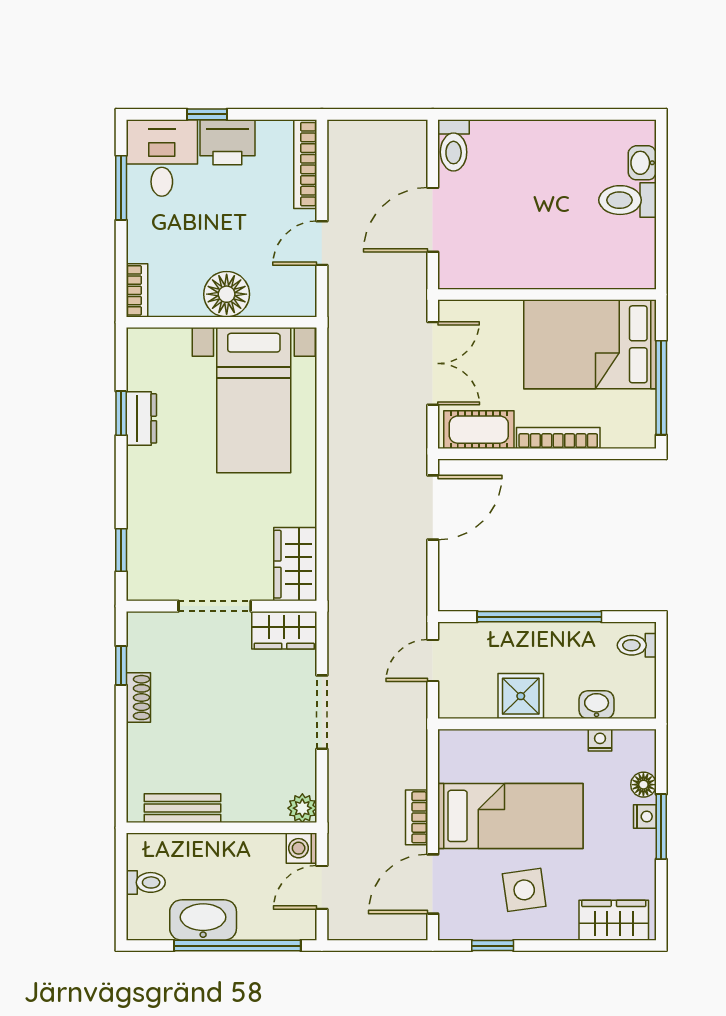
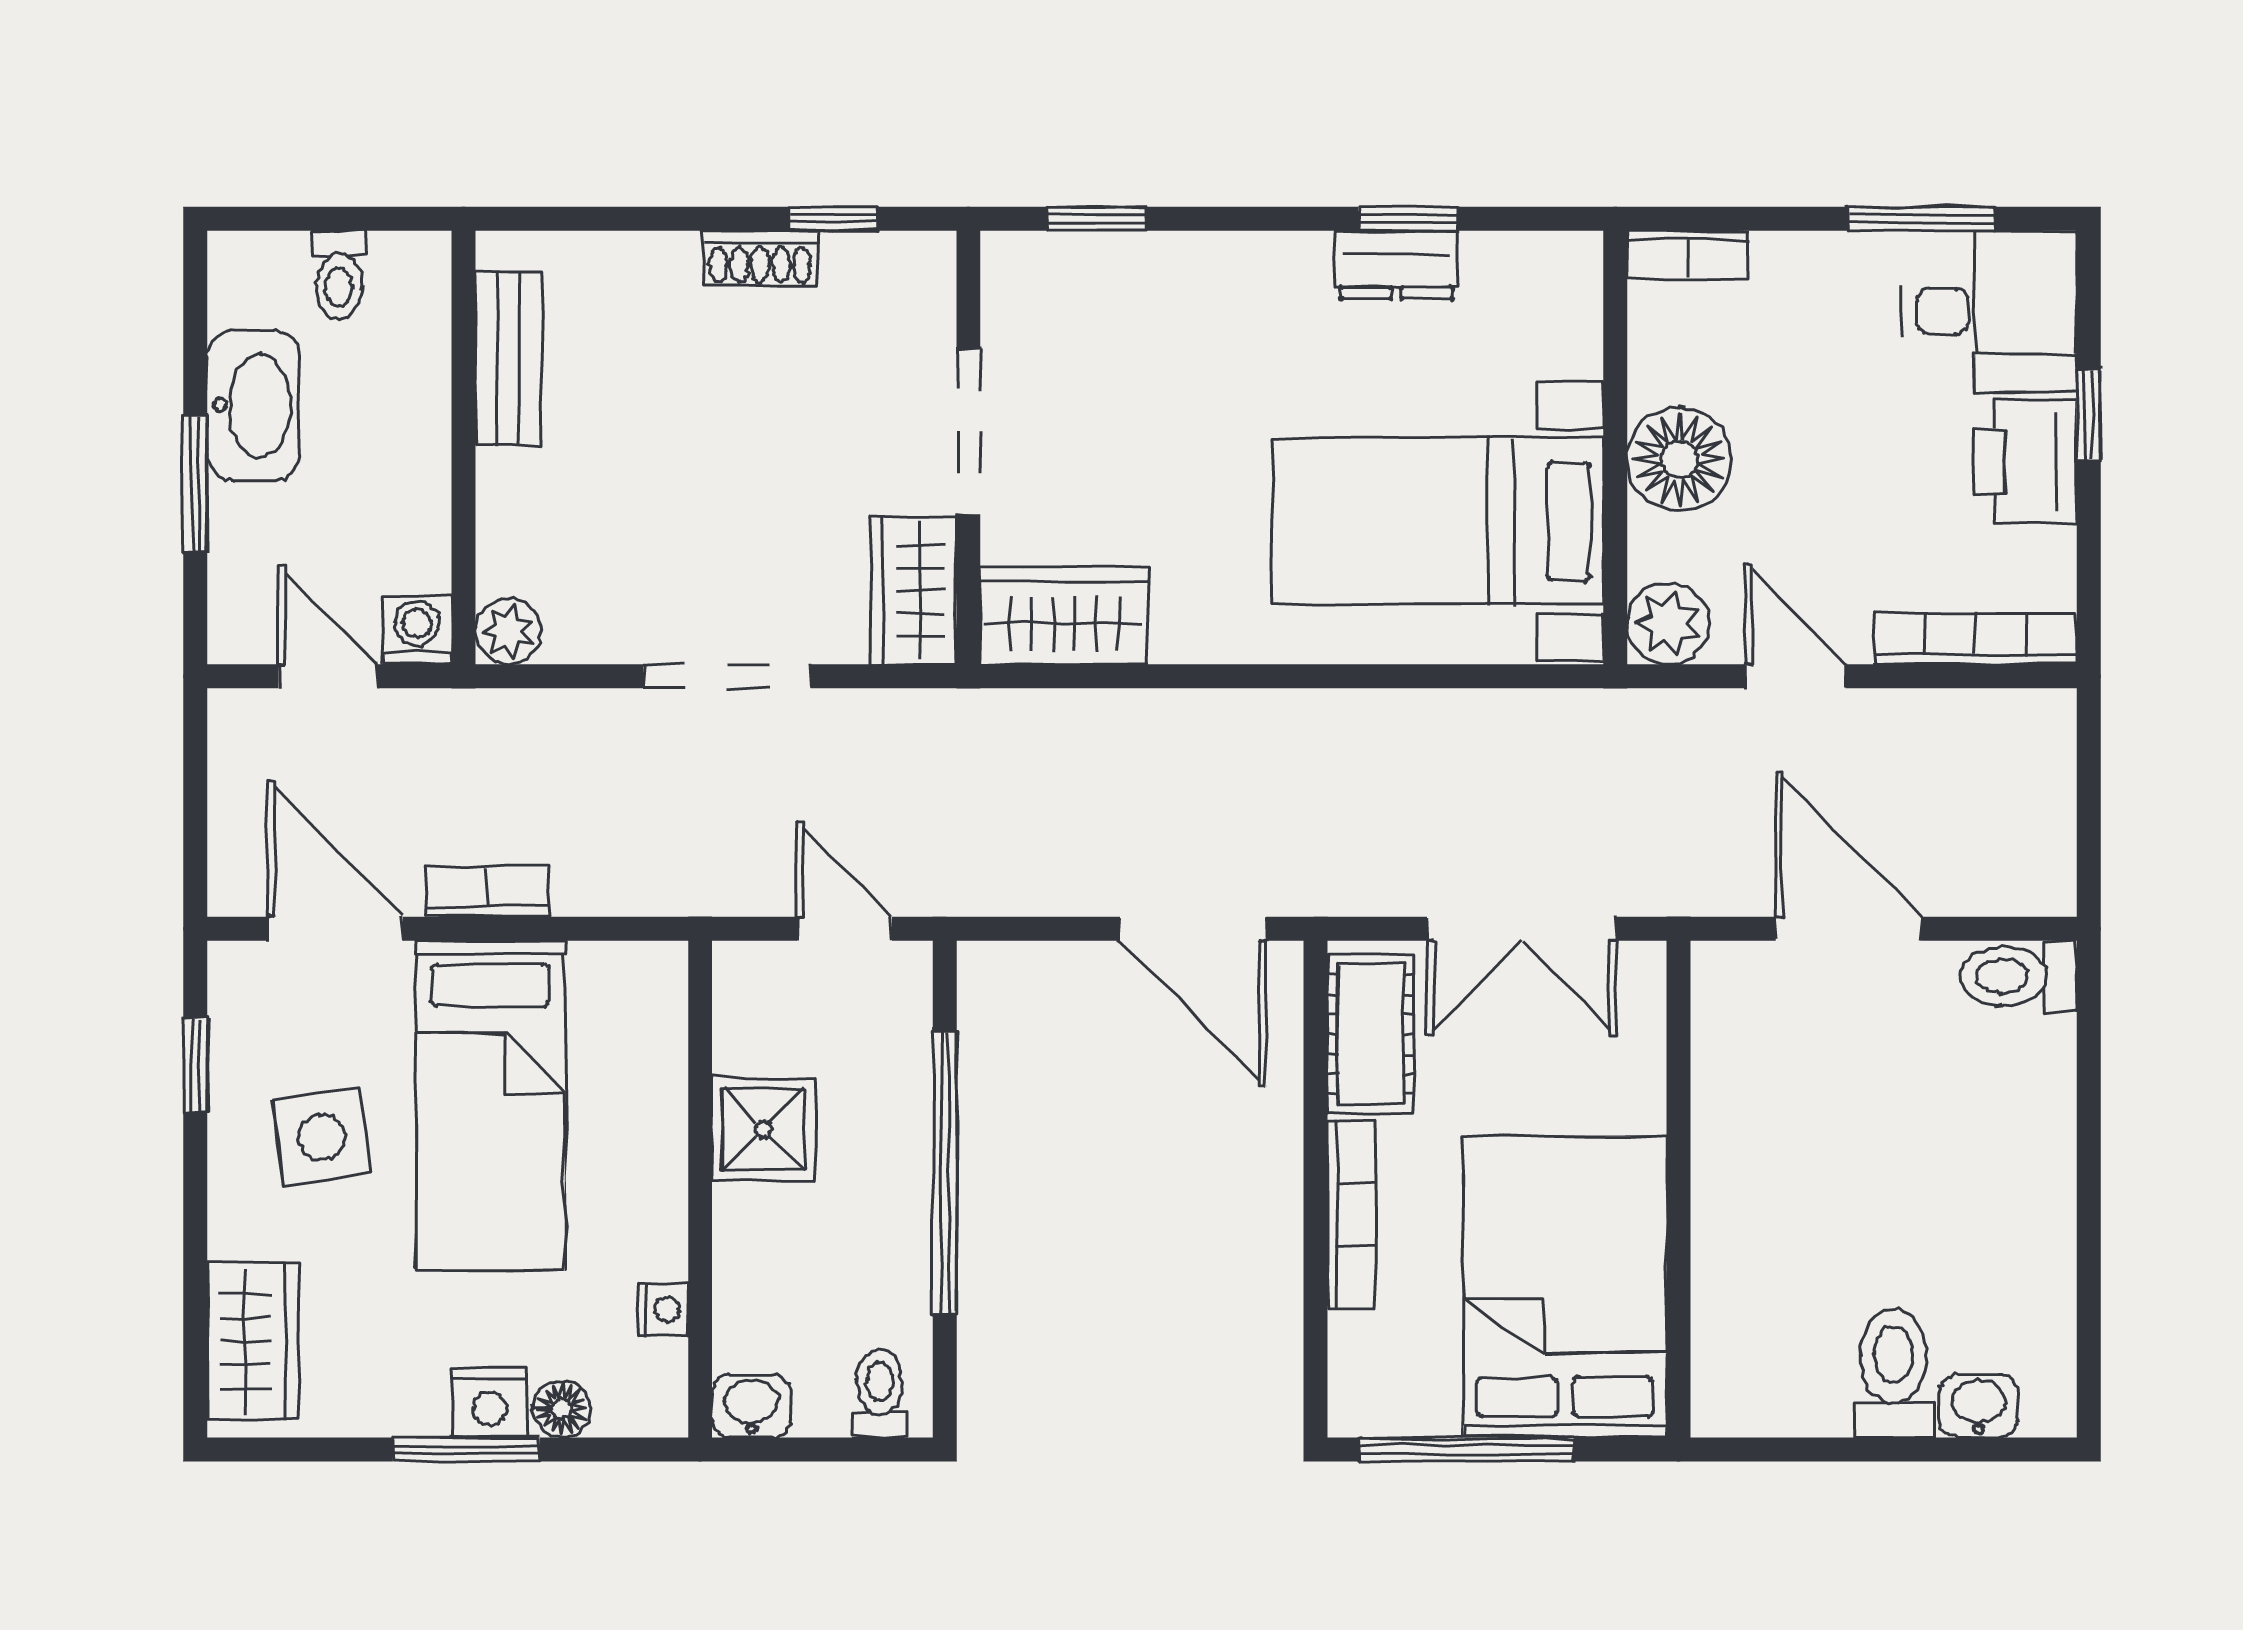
plant: (299, 299) -> (1668, 623), added
washbasin: (597, 705) -> (751, 1406), moved, turned -90
nightstand: (645, 816) -> (489, 1403), width x1.39, depth x1.35
window: (237, 946) -> (195, 484), width x0.47

